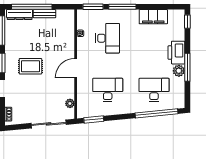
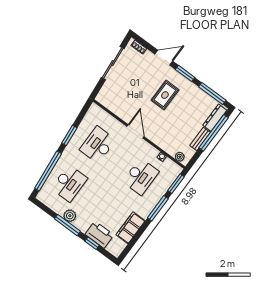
window: (187, 22) -> (92, 243), moved
desk: (108, 38) -> (141, 177), turned -90
printer: (176, 53) -> (99, 235), moved
desk: (108, 90) -> (98, 145), turned 180
plant: (70, 103) -> (180, 157), moved
window: (94, 119) -> (69, 135), moved
sliding door: (49, 124) -> (113, 63), moved

